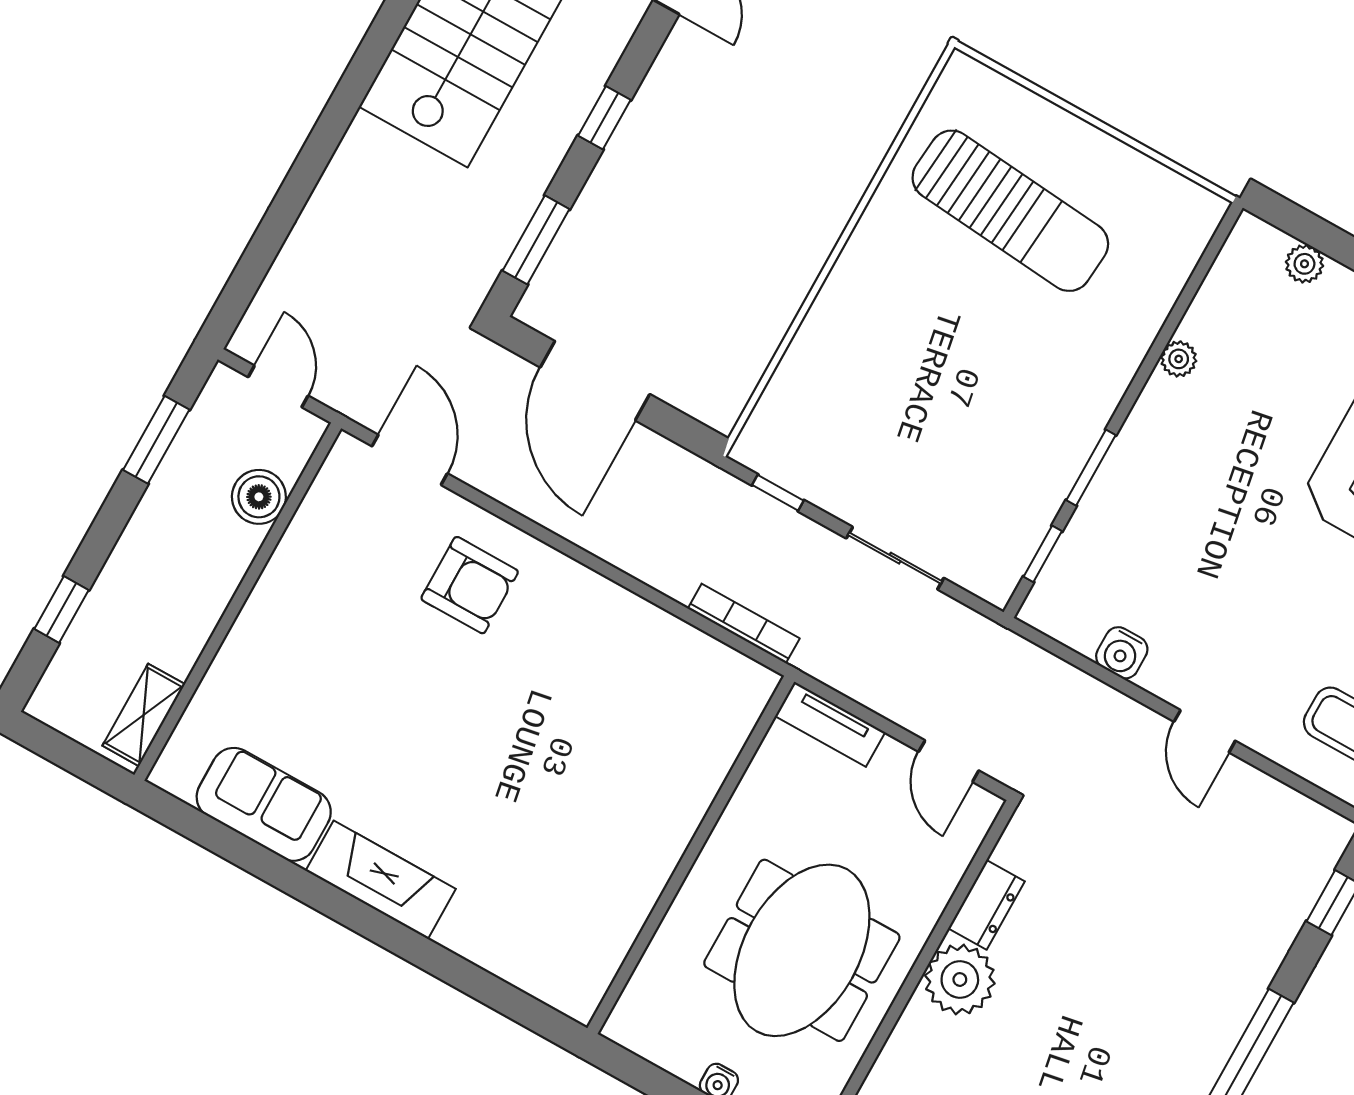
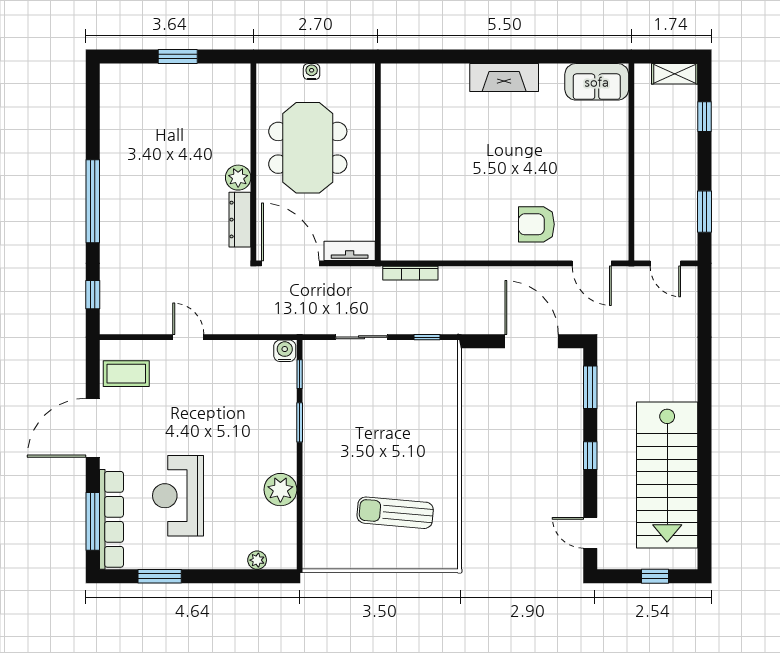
sun lounger: (1010, 211) -> (395, 513), width x0.73, depth x0.75
plant: (1179, 359) -> (280, 490), width x1.88, depth x1.88
boiler: (259, 497) -> (647, 212), removed
water cooler: (1122, 653) -> (285, 351), moved
shelving: (144, 715) -> (675, 74), moved, turned 90
door: (949, 761) -> (290, 263), width x1.88
sofa: (264, 804) -> (597, 82), moved
dresser: (987, 905) -> (240, 220), width x1.44
plant: (960, 979) -> (238, 178), width x0.73, depth x0.73

